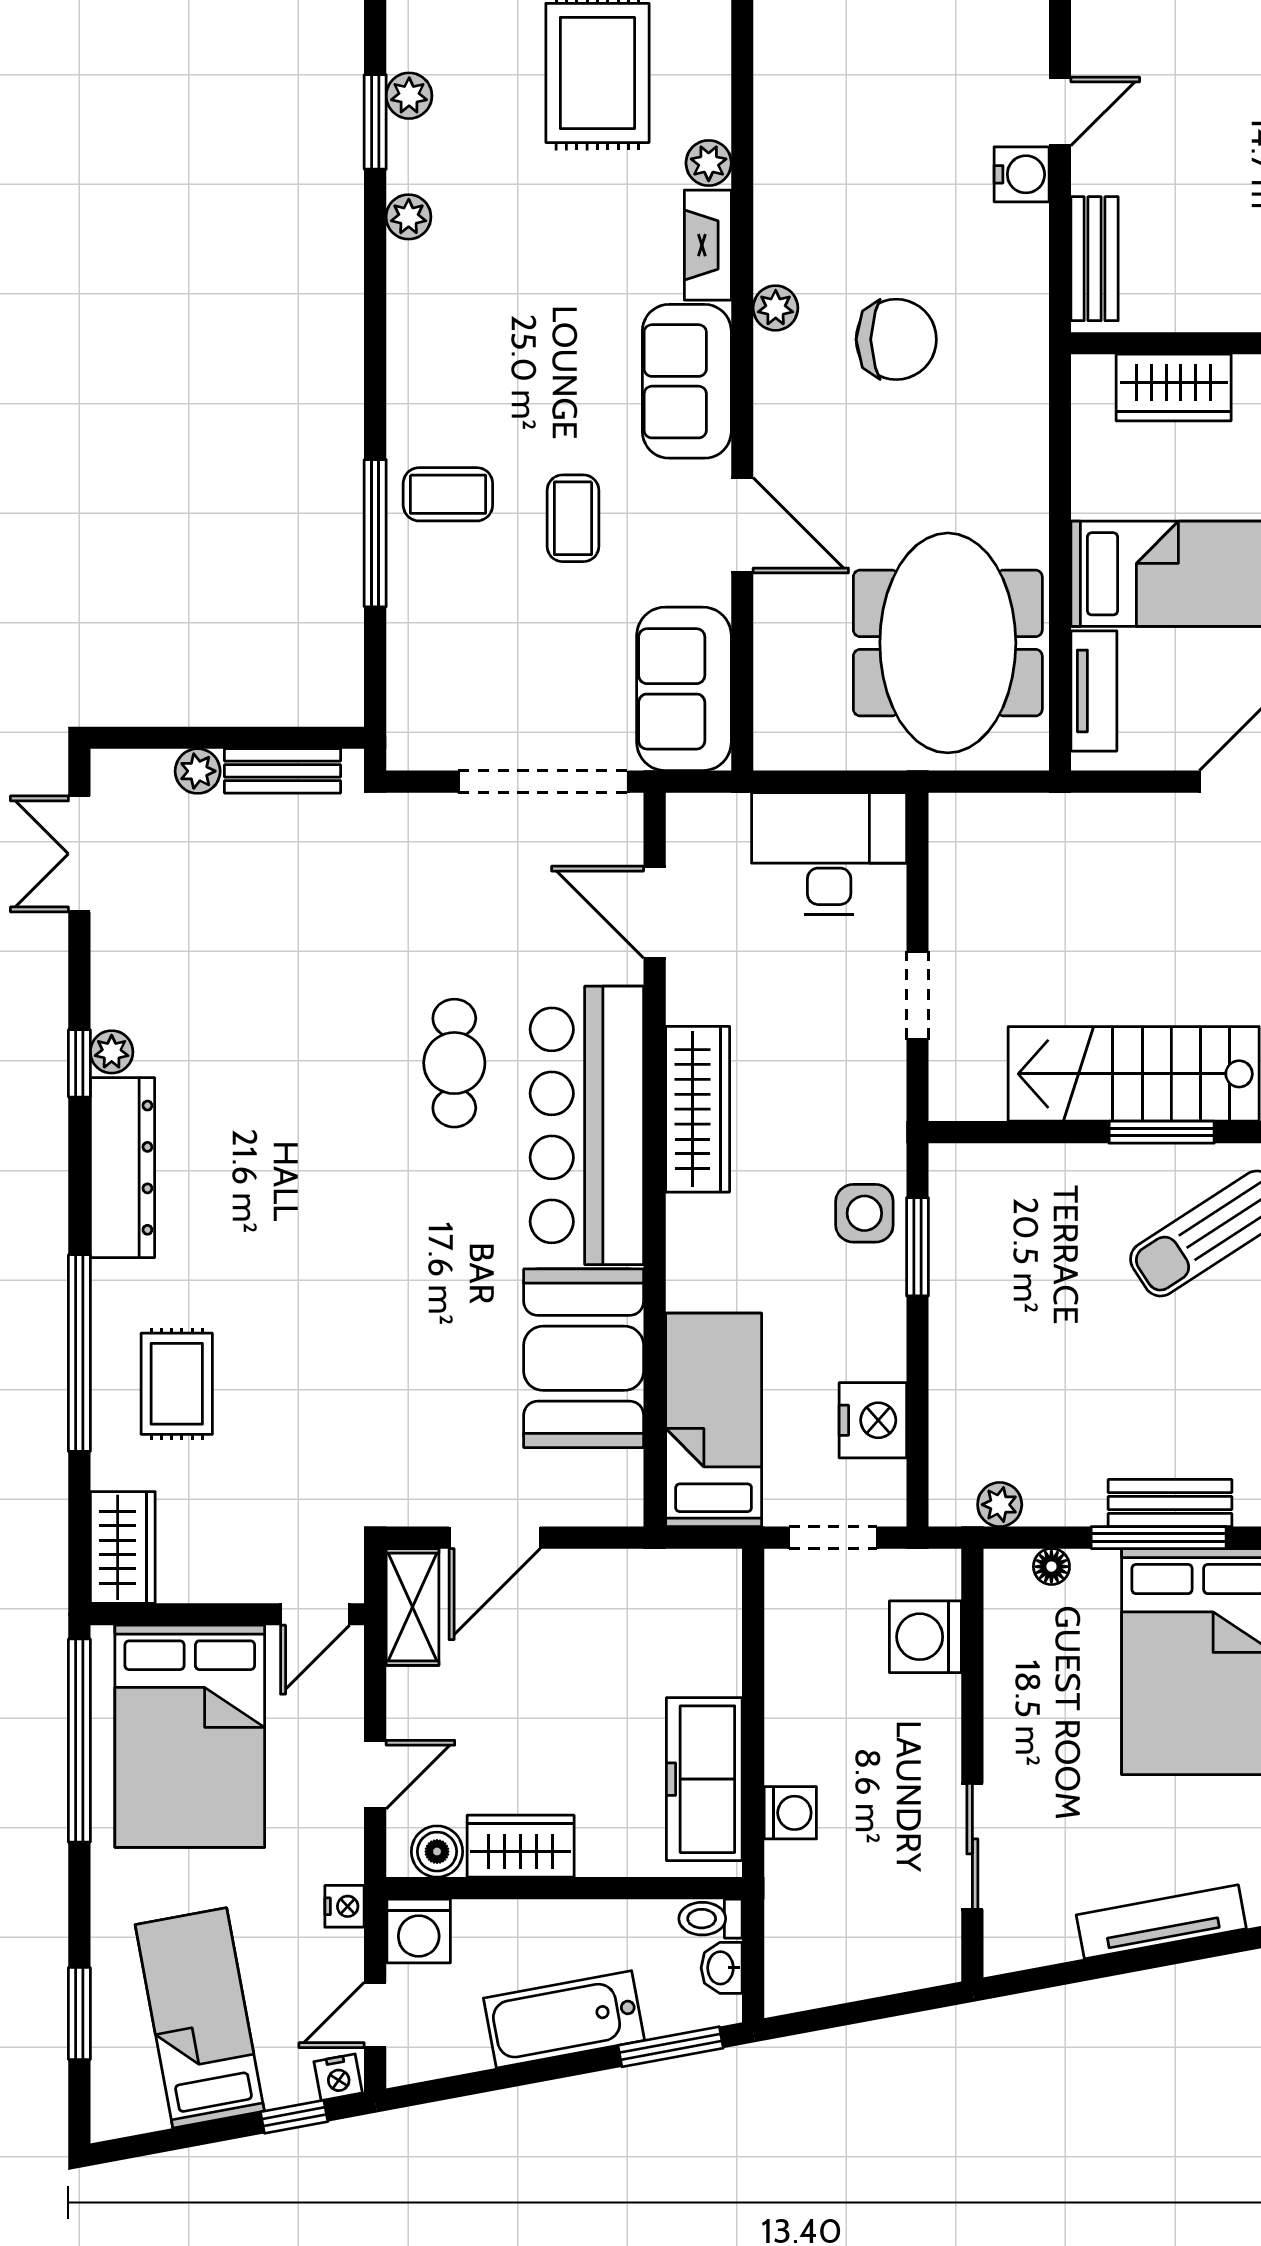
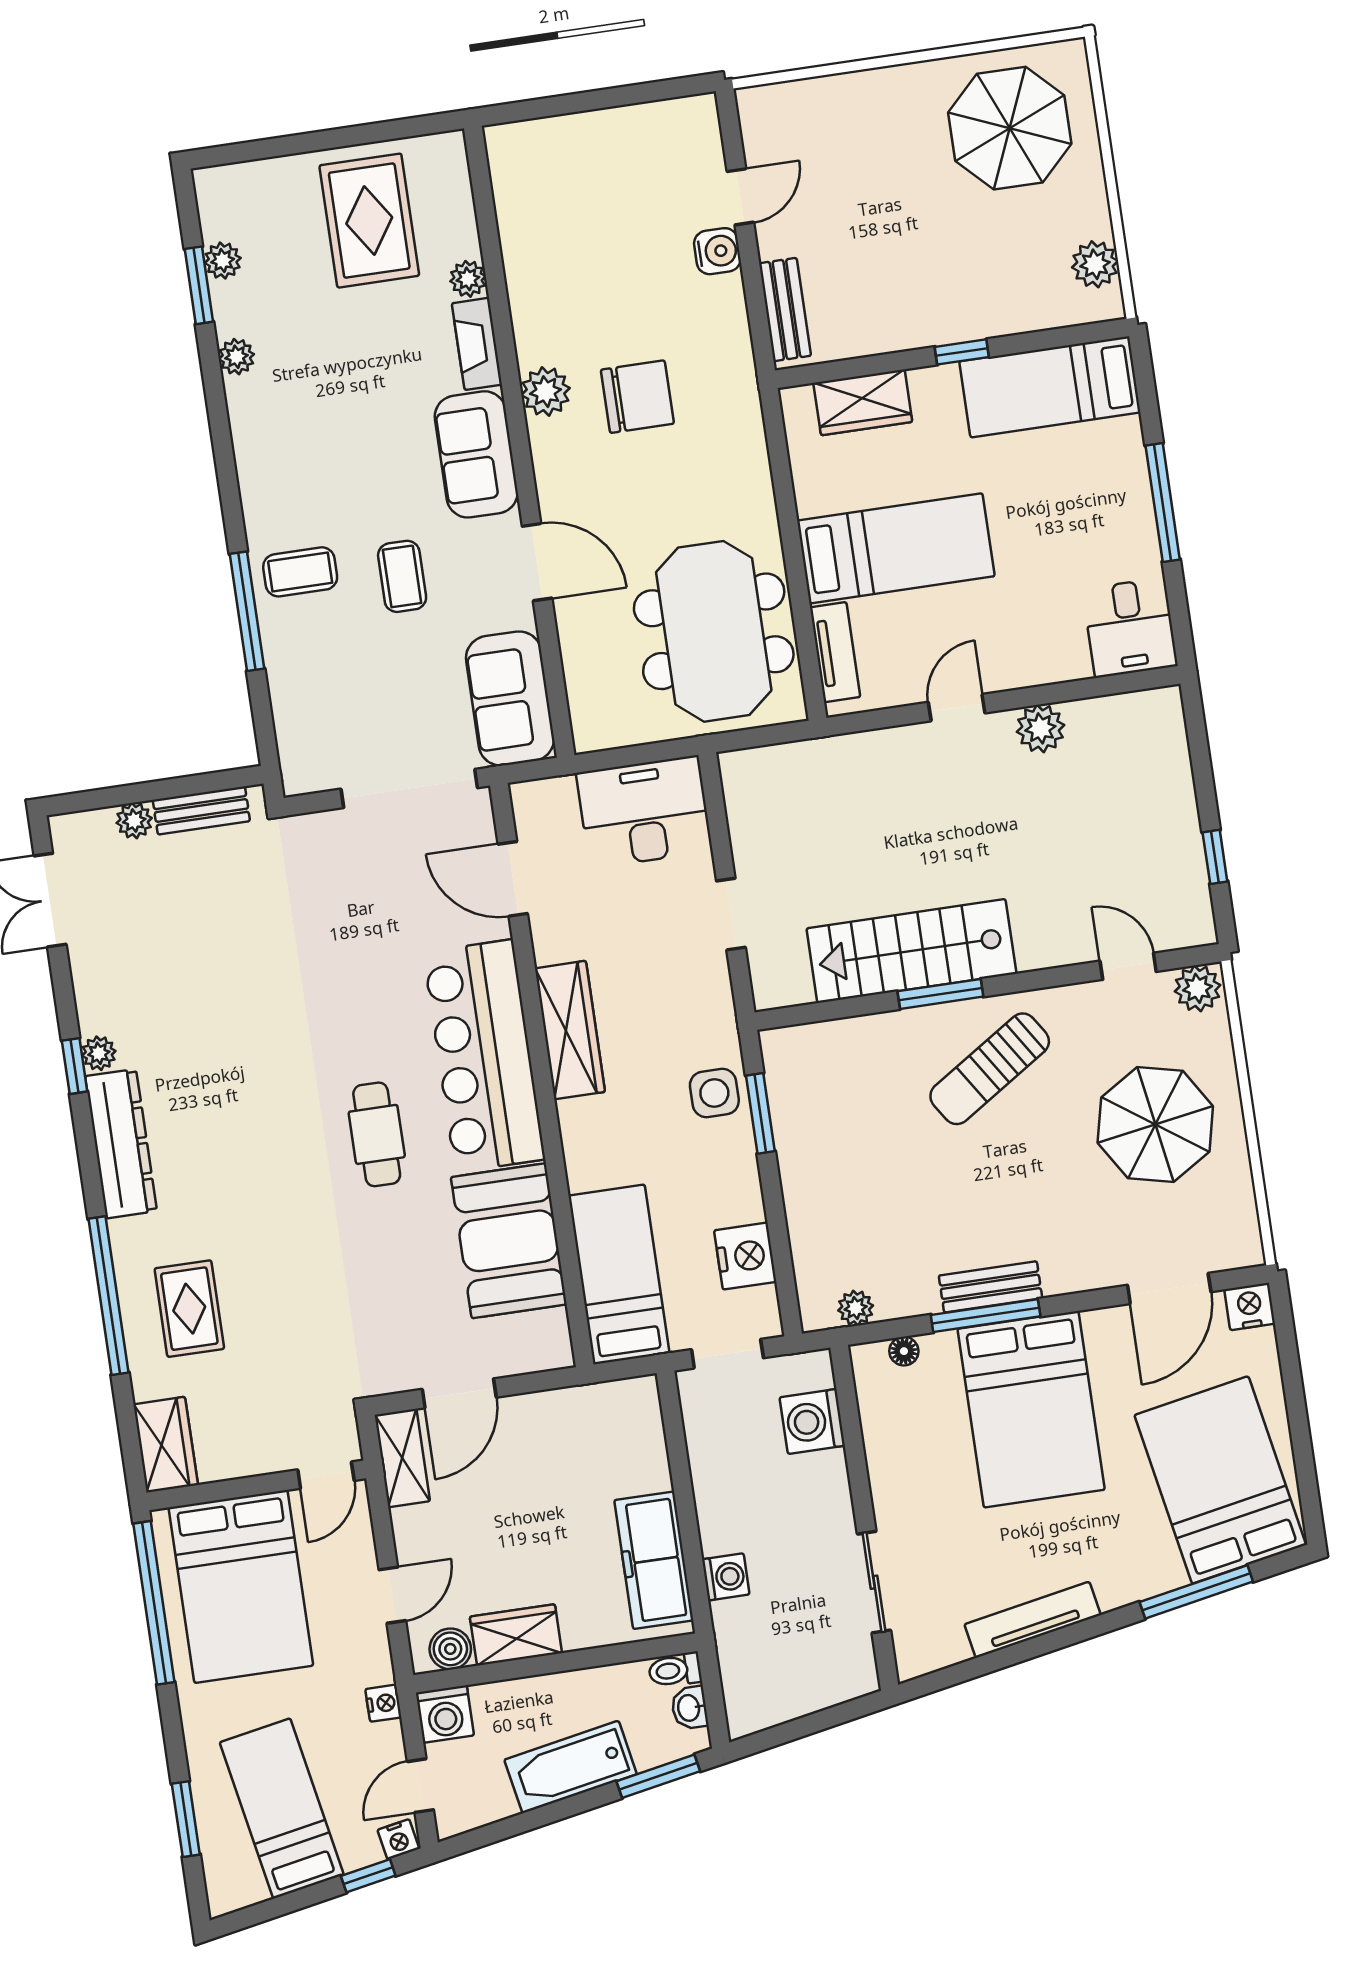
plant: (776, 308) -> (546, 392), width x1.38, depth x1.38
cafe table: (454, 1063) -> (377, 1134), moved

